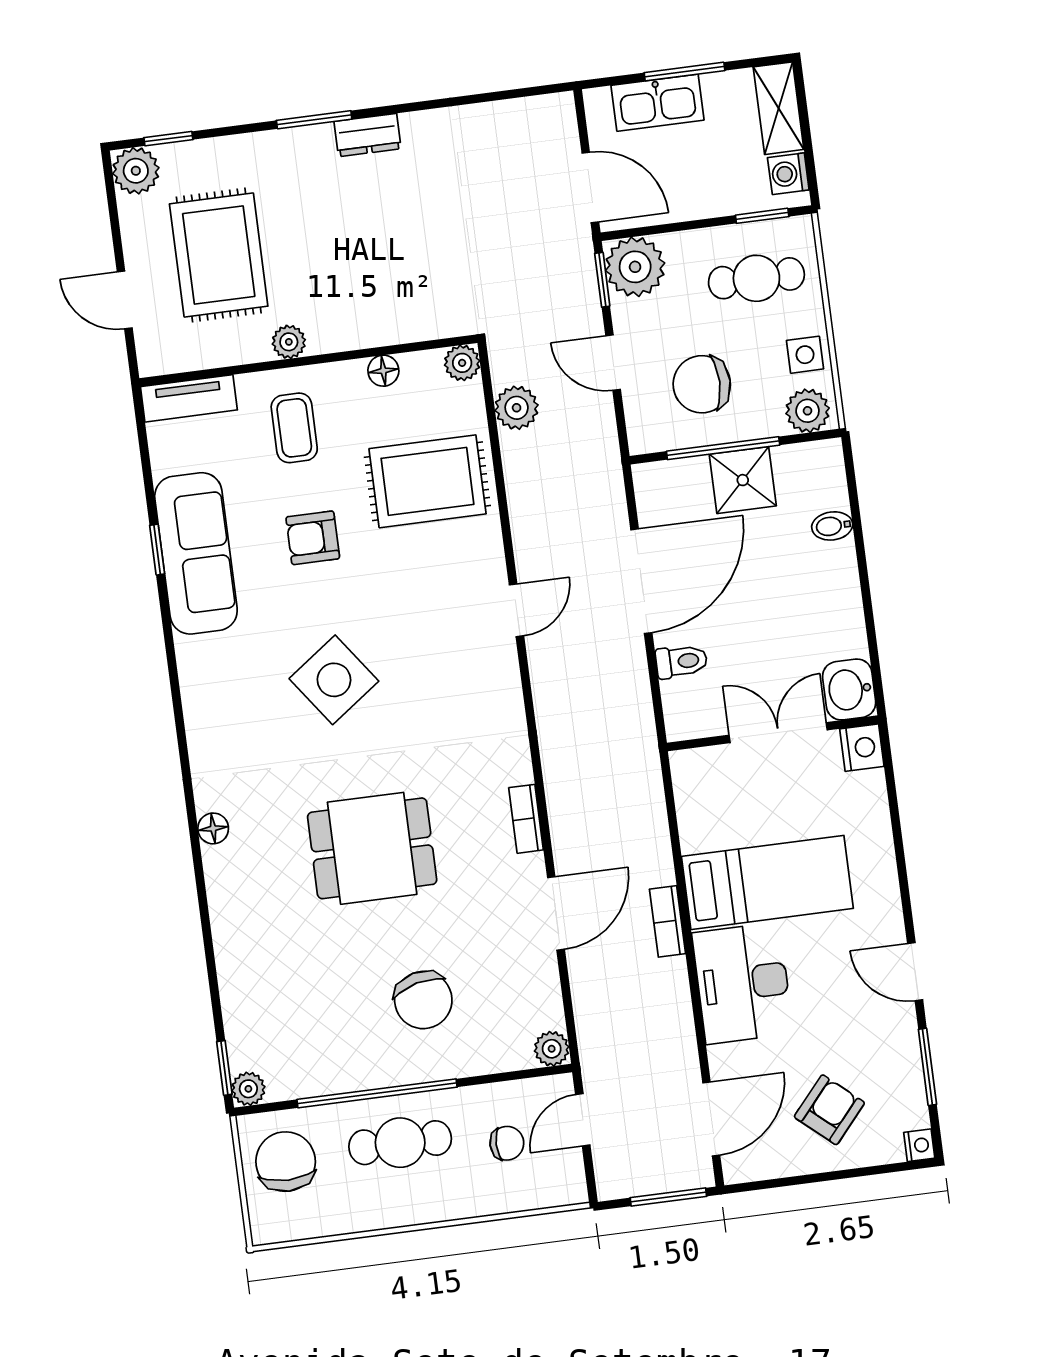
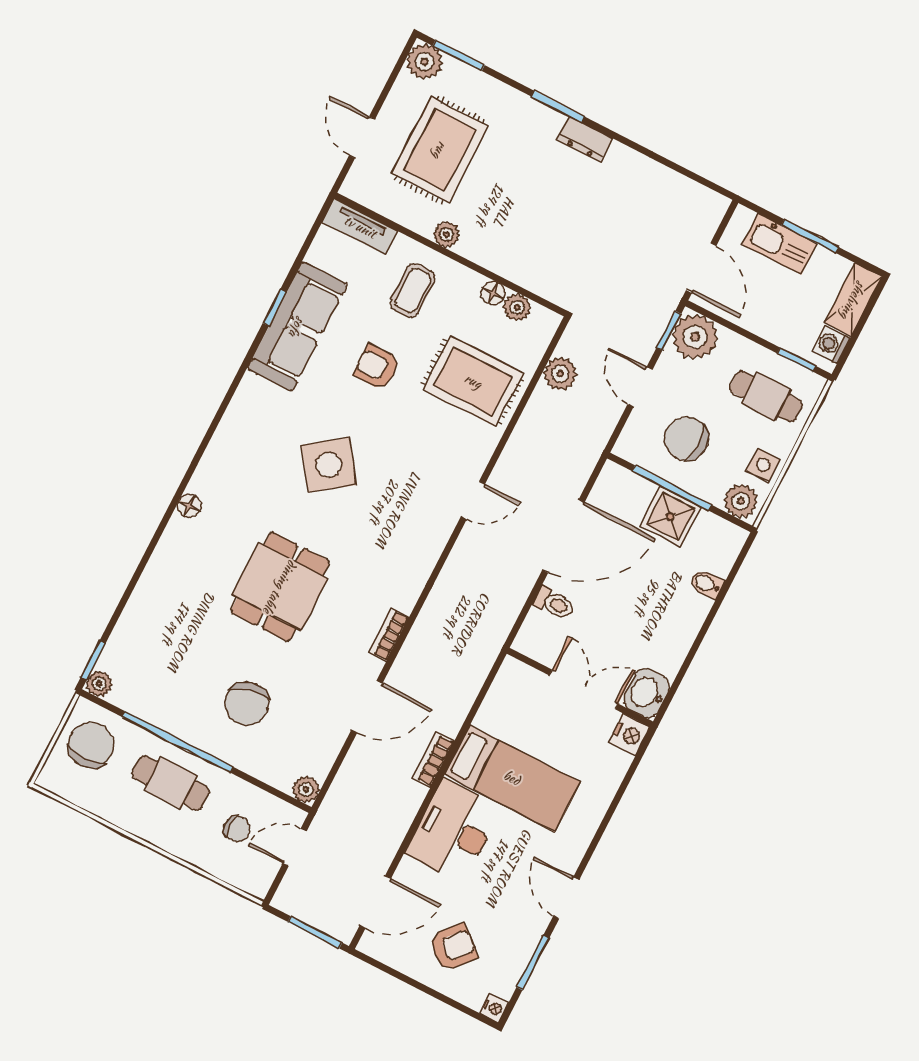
window: (168, 139) -> (459, 55), width x1.50
plant: (462, 363) -> (517, 308), moved
dining table: (372, 848) -> (280, 587), turned 90

